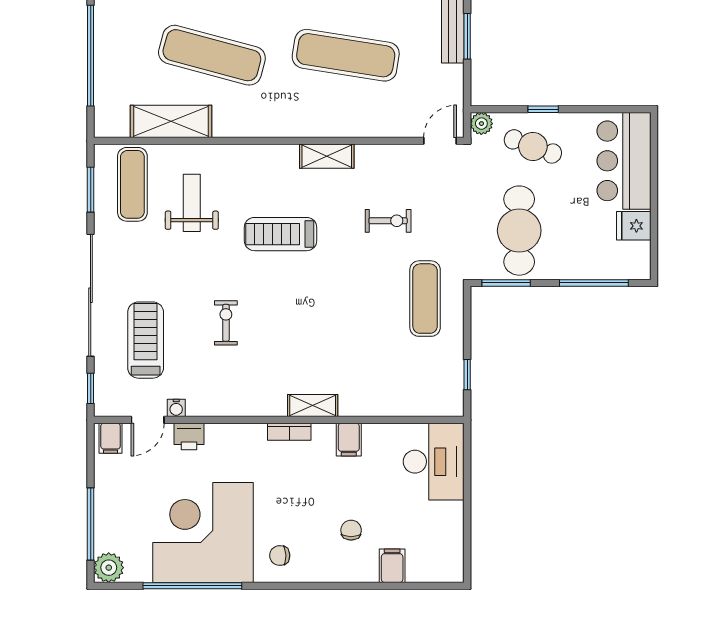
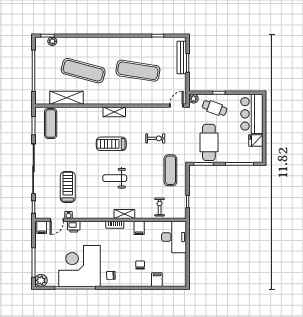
shelving: (327, 156) -> (114, 112), moved
weight bench: (192, 203) -> (115, 178), moved, turned -90
exercise bike: (226, 323) -> (160, 207), moved
treadmill: (146, 340) -> (68, 187), moved

